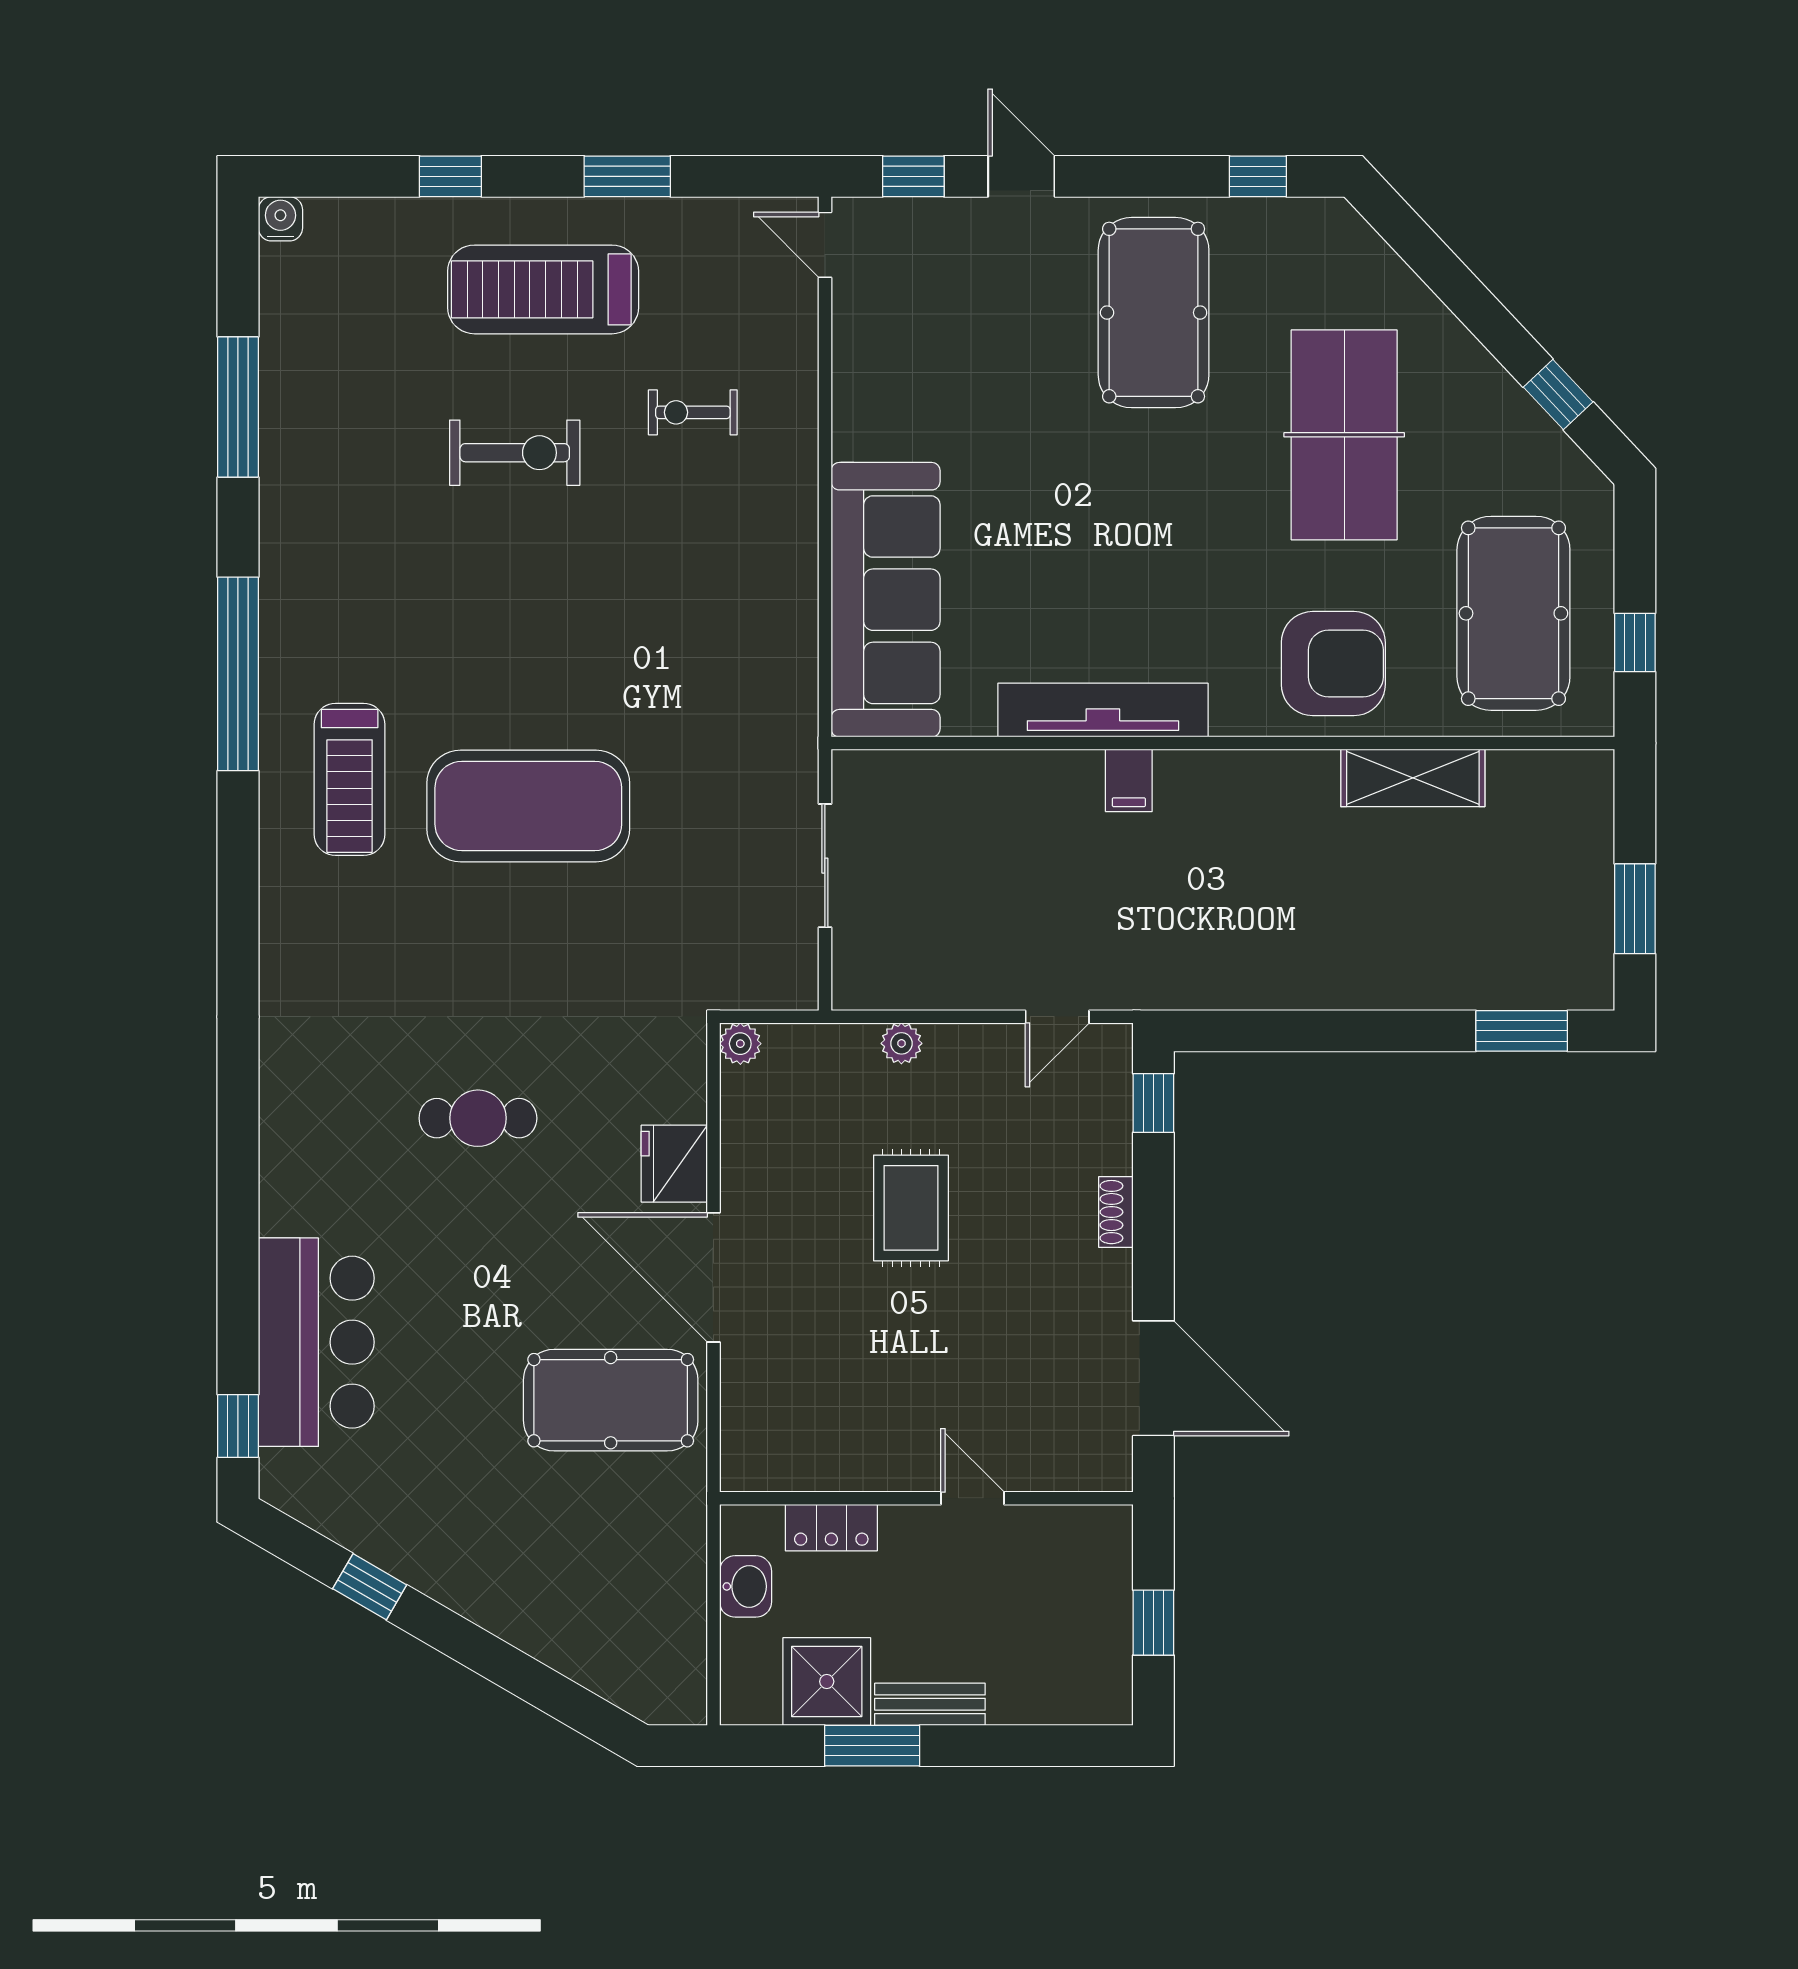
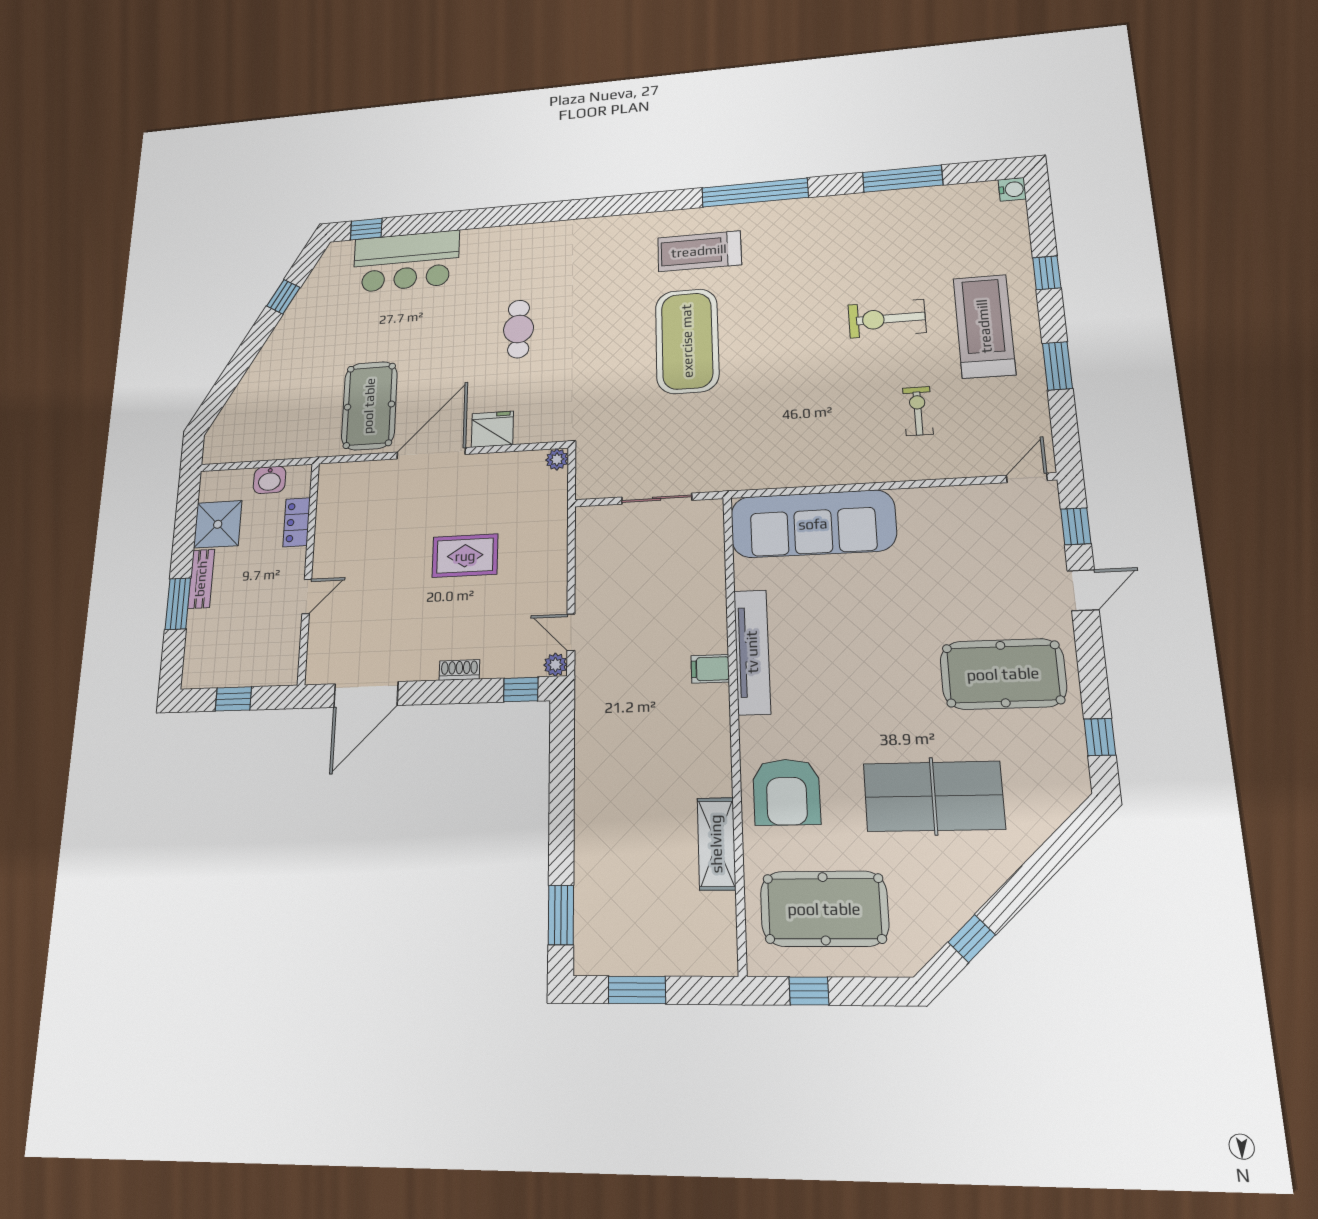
exercise bike: (515, 453) -> (887, 319), turned 90
plant: (901, 1043) -> (555, 665), moved
window: (872, 1746) -> (178, 604), moved

